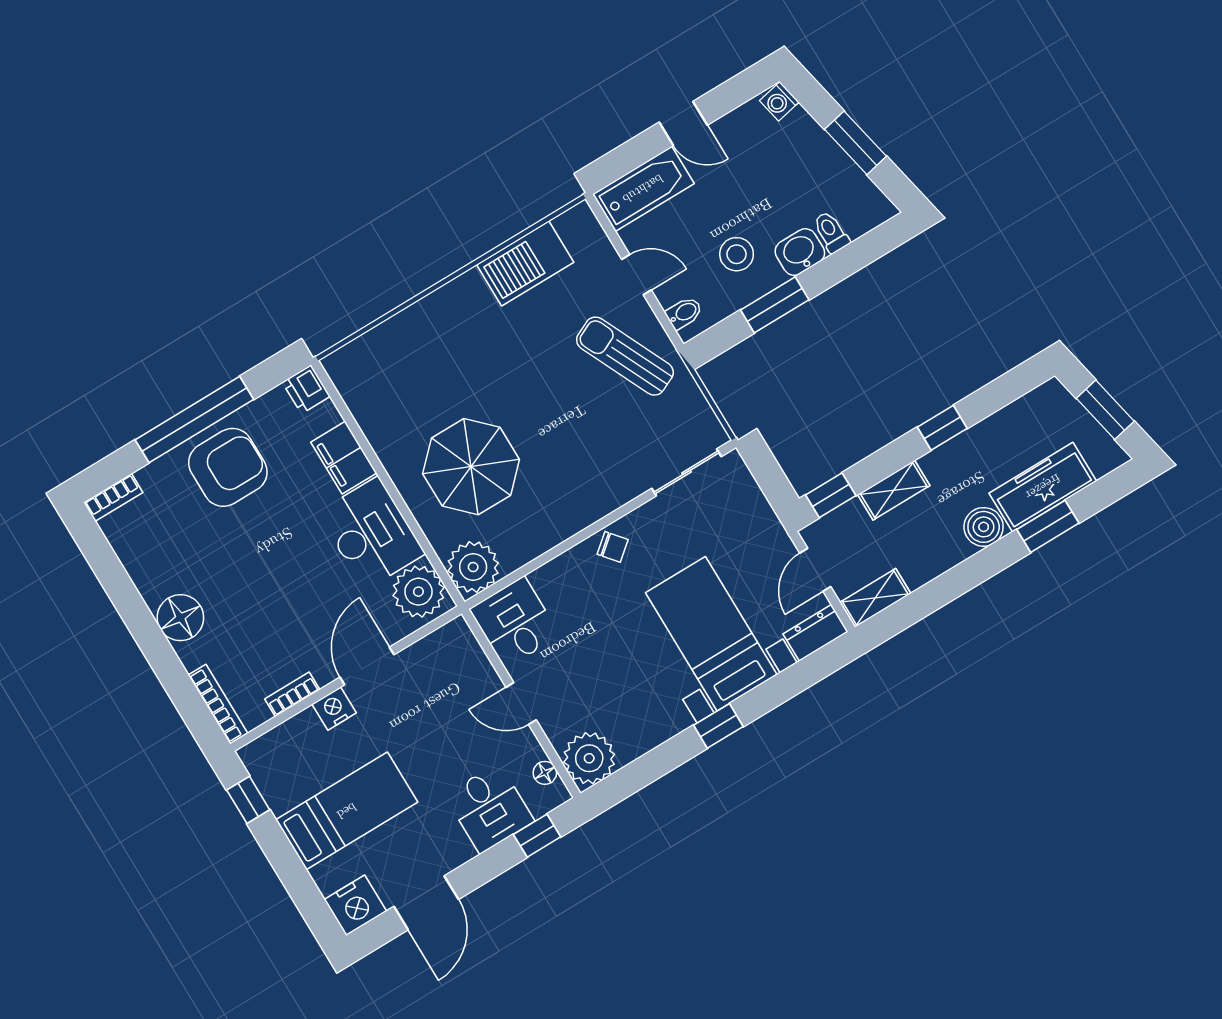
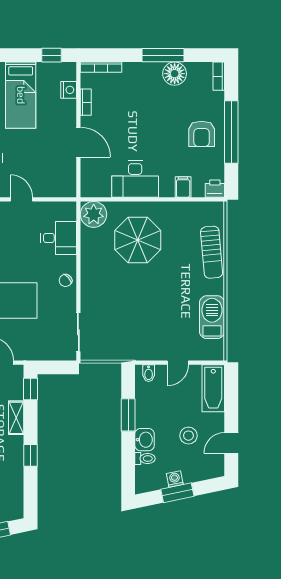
washing machine: (779, 101) -> (175, 479), moved
door: (683, 124) -> (231, 443), moved
stool: (737, 254) -> (188, 436), moved
sun lounger: (625, 356) -> (212, 252), moved, turned 110
filing cabinet: (344, 458) -> (183, 187), width x0.50
armchair: (228, 467) -> (202, 134), width x0.73, depth x0.73
plant: (418, 592) -> (97, 184), removed
window: (135, 613) -> (163, 55), added
floor lamp: (180, 618) -> (175, 74), moved
desk: (515, 622) -> (59, 238), moved
door: (521, 704) -> (21, 199), hinge flipped
nightstand: (334, 708) -> (69, 90), moved

